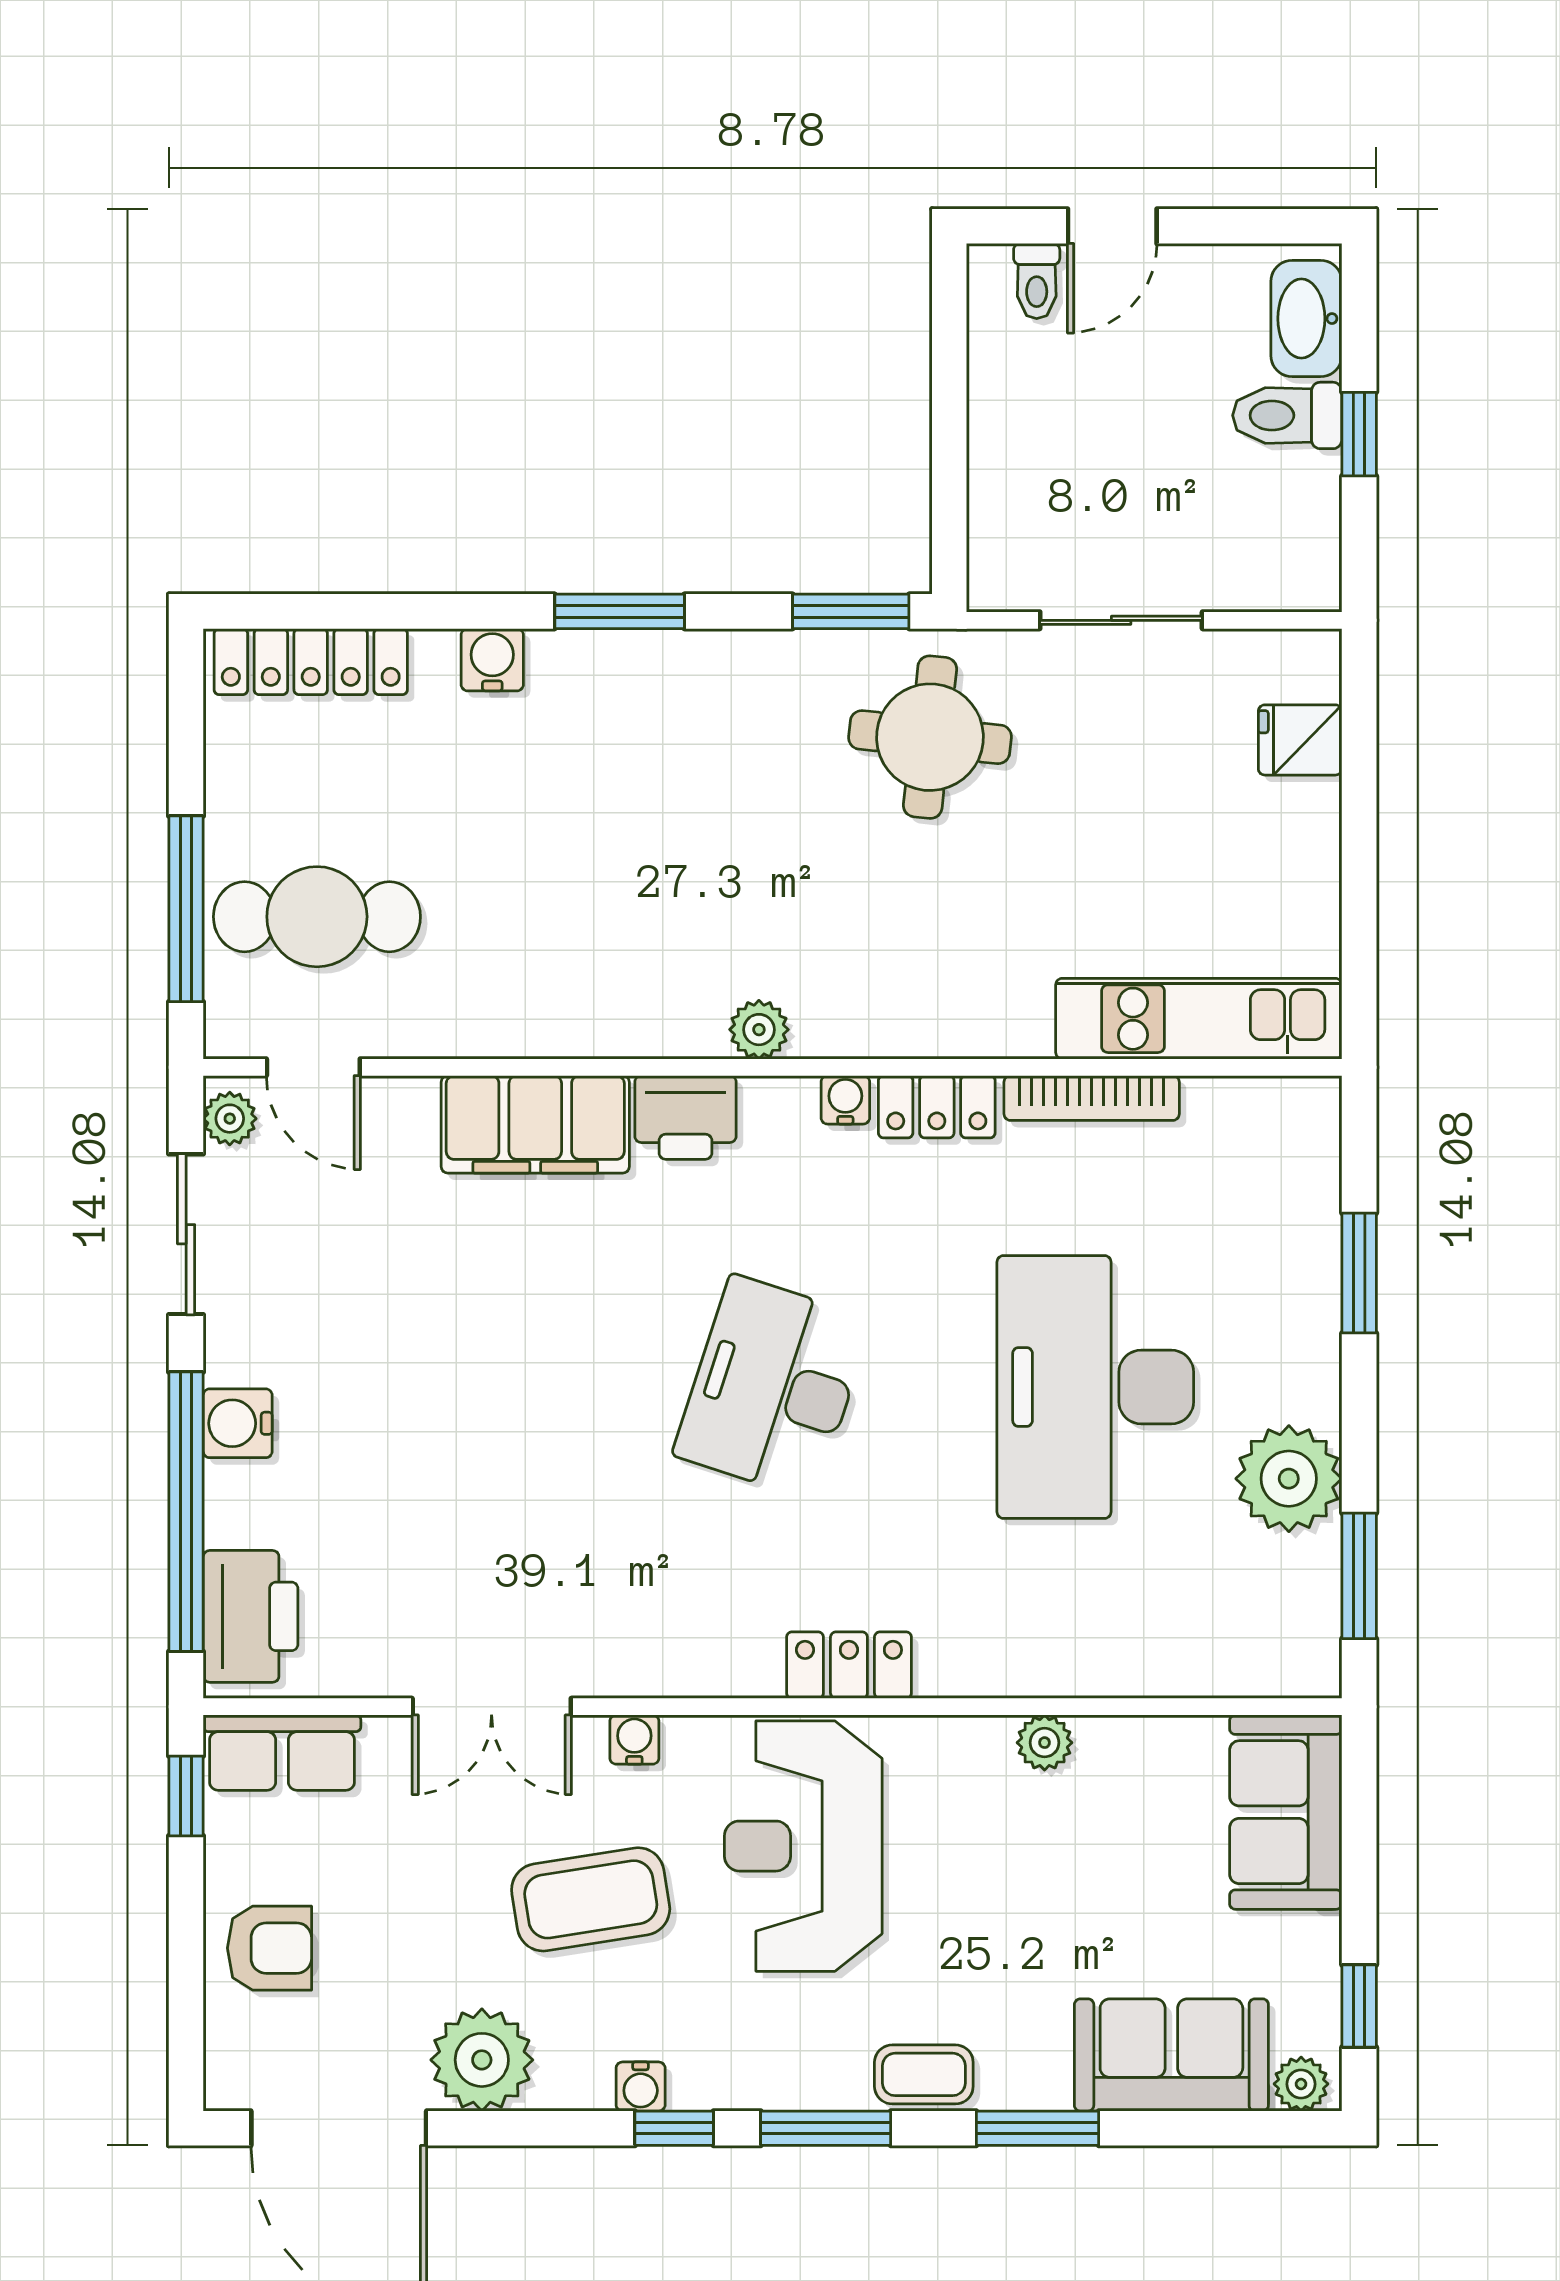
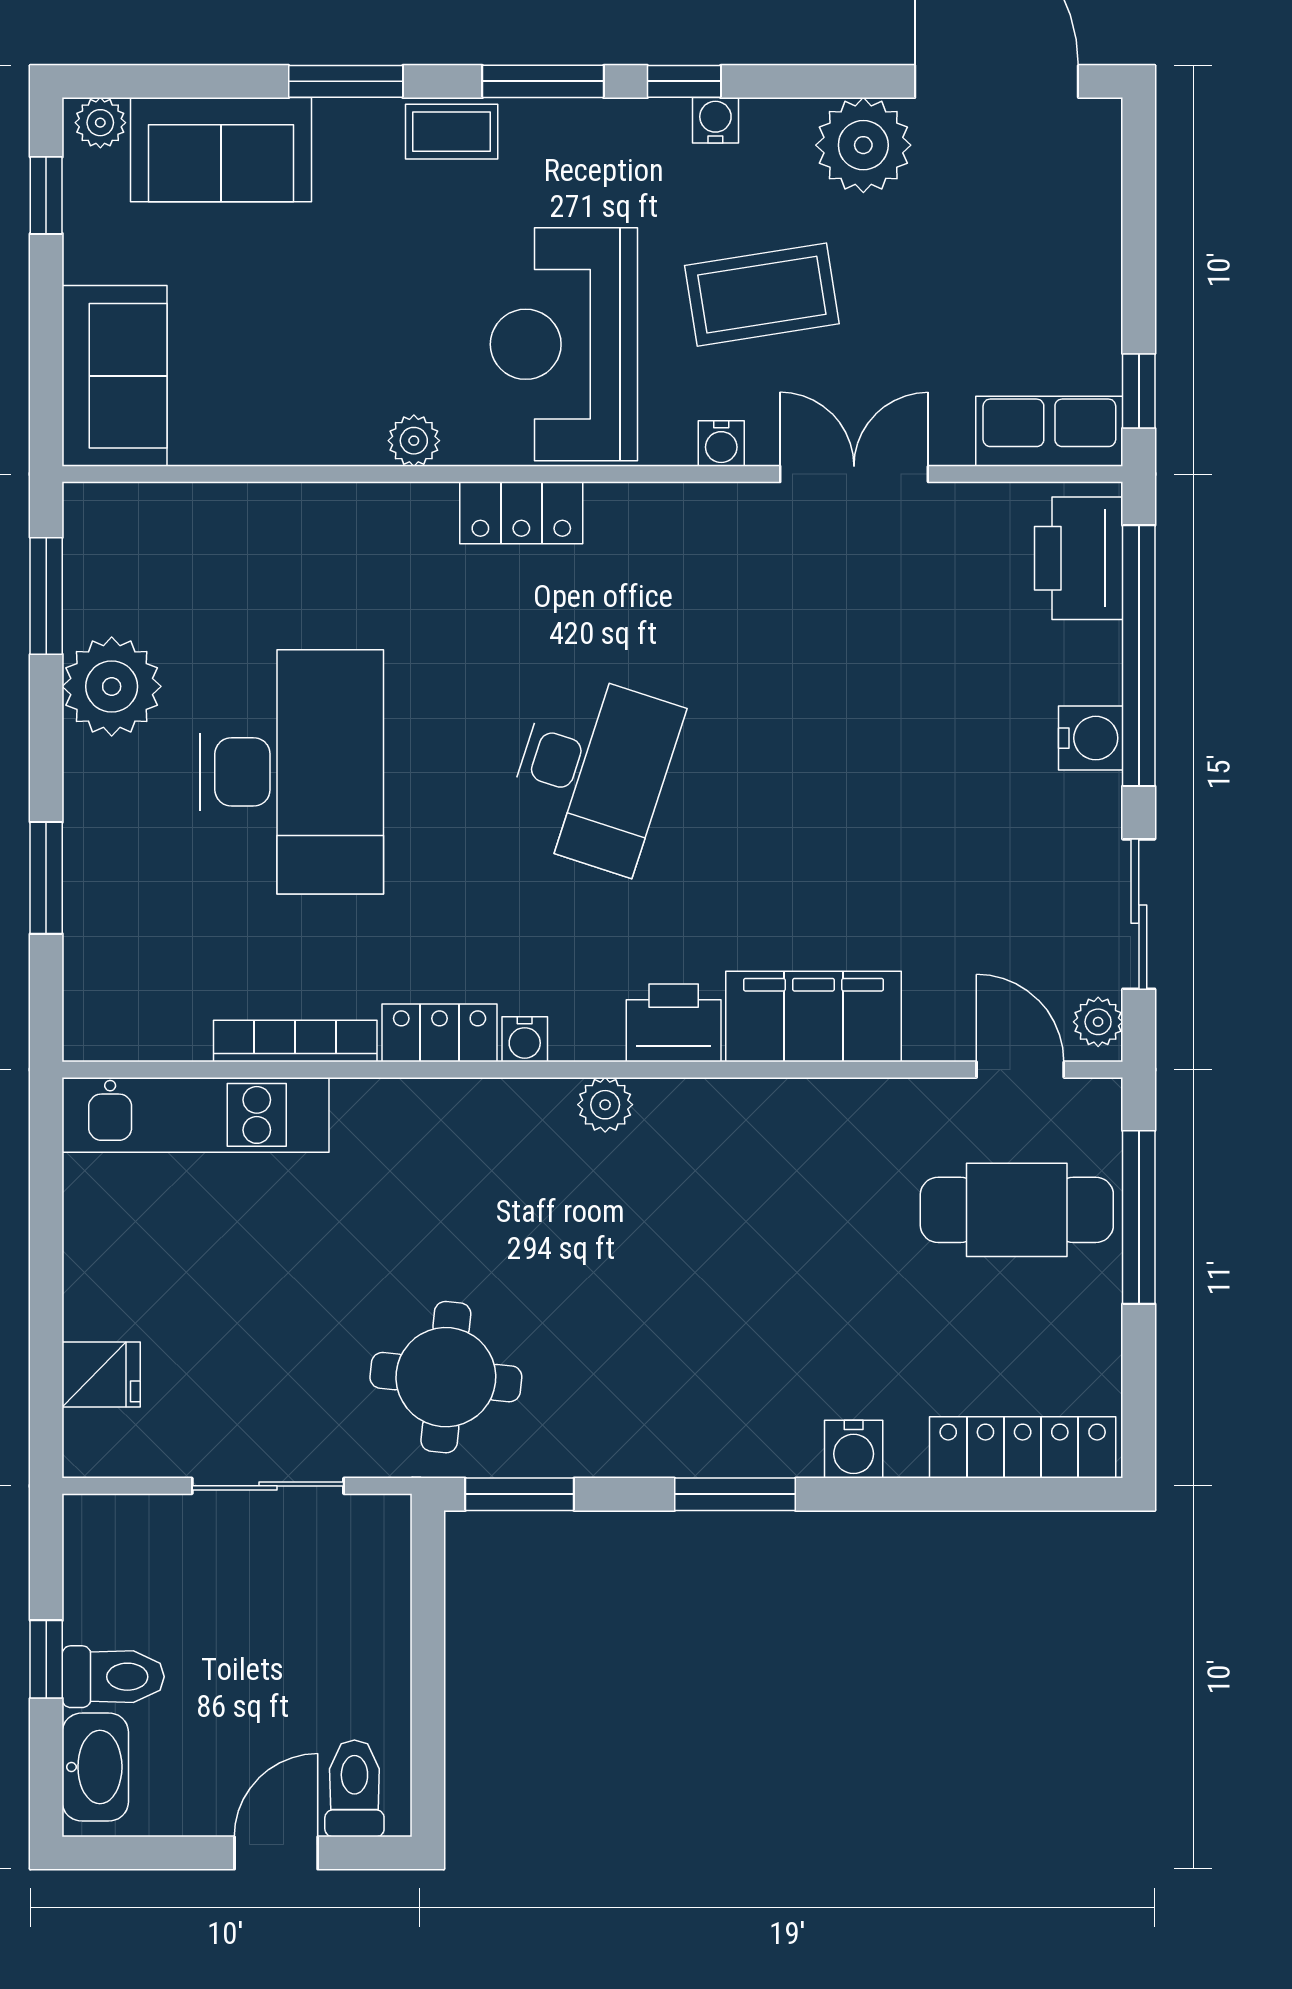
toilet: (1037, 281) -> (354, 1788), width x1.37, depth x1.39
plant: (1045, 1743) -> (414, 441), moved
reception desk: (803, 1846) -> (564, 344), turned 180
armchair: (270, 1948) -> (1061, 249), removed

